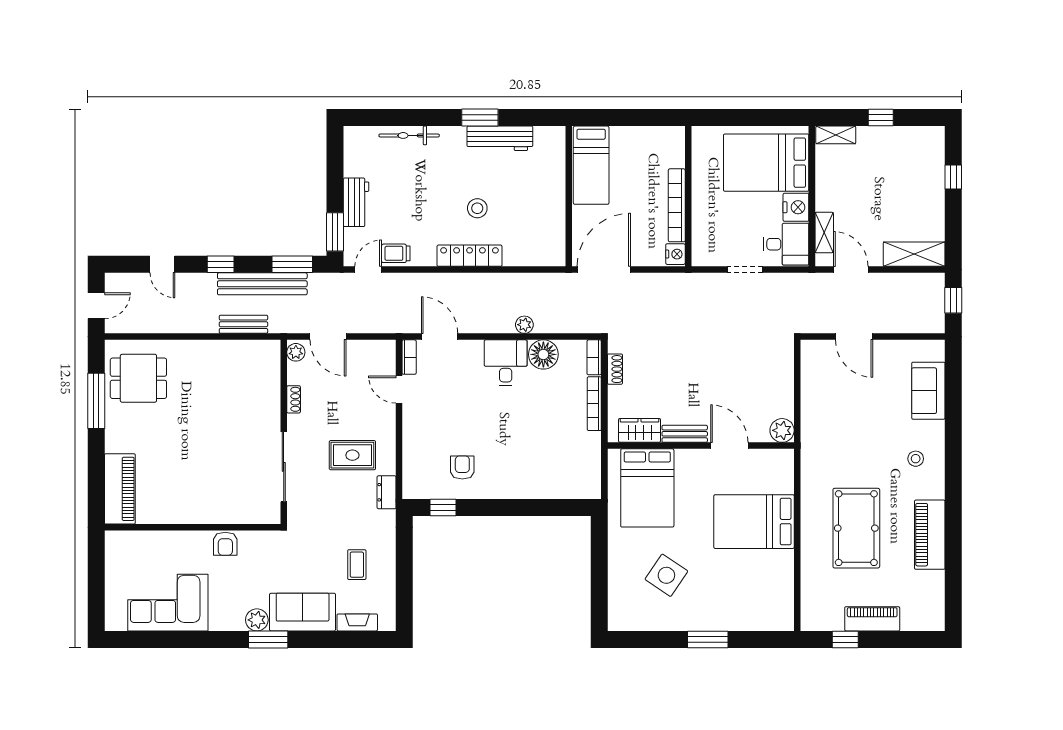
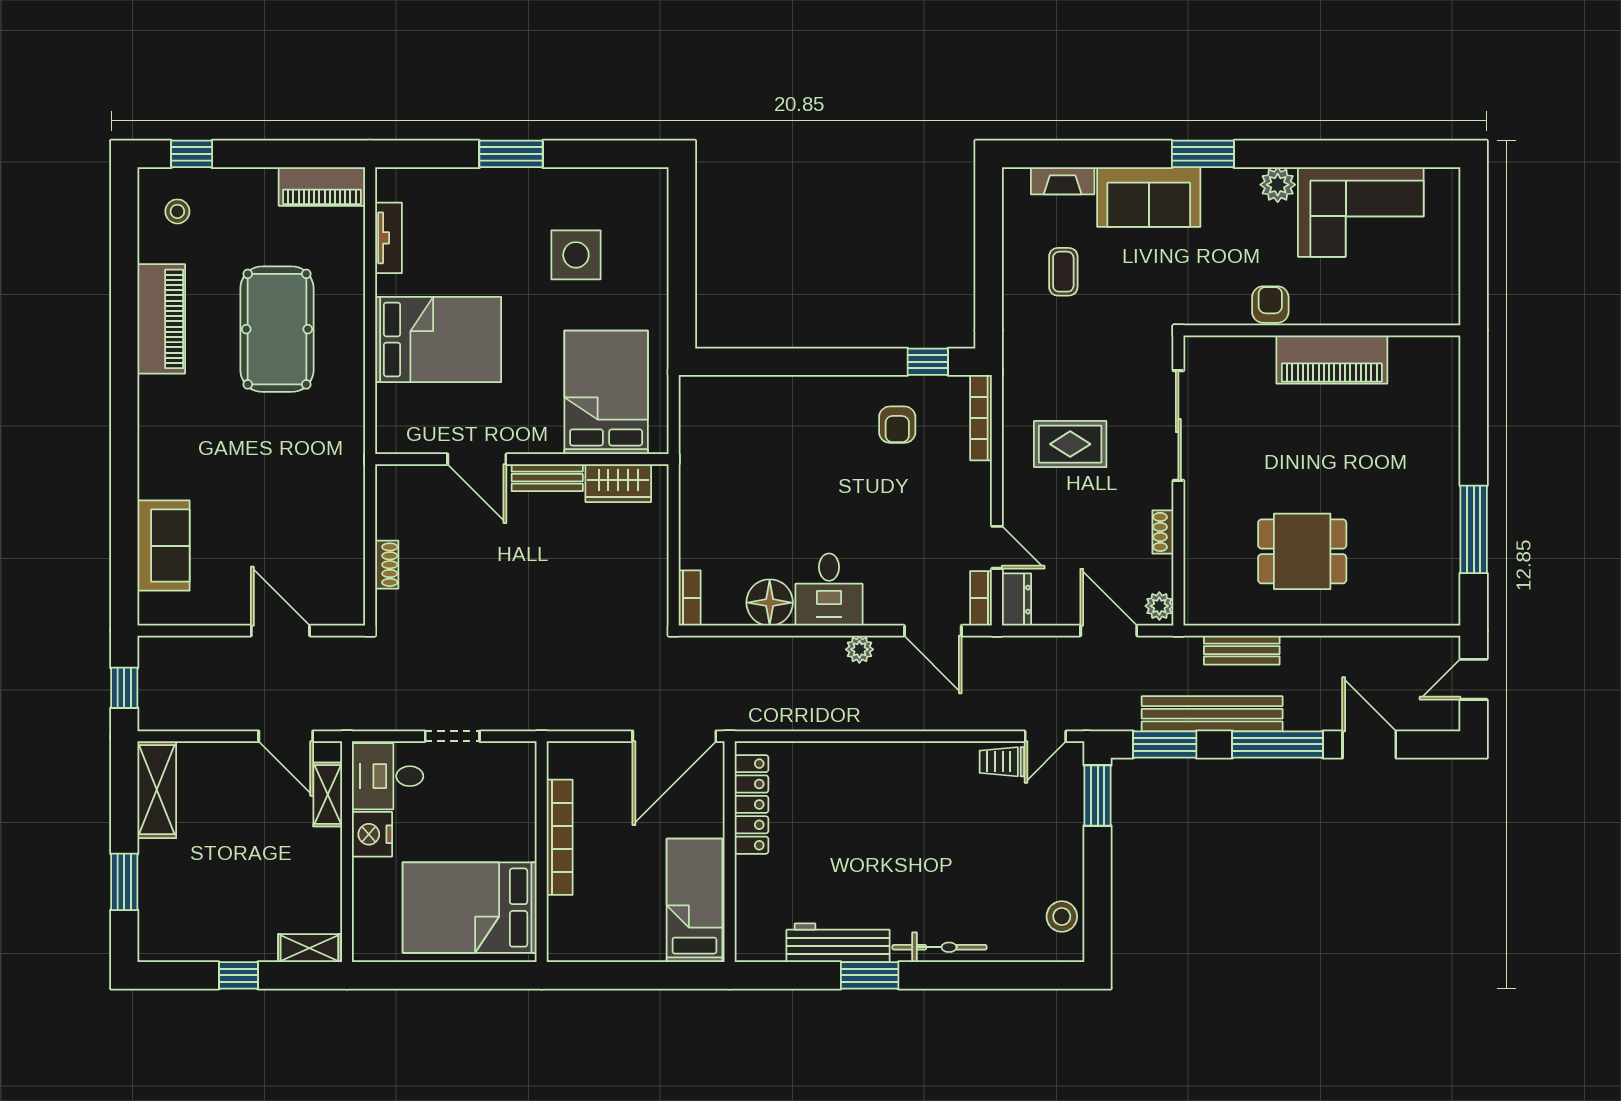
bicycle: (409, 135) -> (940, 947), moved
bed: (766, 163) -> (470, 908), moved, turned 180
window: (953, 177) -> (124, 882), width x1.50
workbench: (356, 202) -> (1064, 842), removed
stool: (477, 208) -> (1062, 916), moved
trolley: (396, 253) -> (1002, 762), turned 180
nightstand: (675, 254) -> (562, 761), removed
shelving: (914, 254) -> (157, 790), moved, turned 90
locker: (470, 256) -> (751, 804), moved, turned -90
door: (162, 264) -> (1369, 744), width x1.38
window: (221, 264) -> (1278, 744), width x2.17
plant: (524, 325) -> (859, 649), moved
shoe rack: (615, 369) -> (387, 565), moved, turned 180
dining table: (138, 378) -> (1302, 551), moved
bookcase: (594, 404) -> (981, 418), moved, turned 180
plant: (782, 430) -> (394, 483), removed
stool: (916, 459) -> (177, 211), moved
piano: (120, 489) -> (1332, 360), moved, turned -90
dresser: (387, 492) -> (1017, 600), moved
side table: (666, 575) -> (576, 255), turned -34
tv unit: (785, 586) -> (388, 238), added
piano: (872, 619) -> (322, 186), moved
plant: (257, 620) -> (1278, 185), moved
window: (845, 639) -> (192, 154), moved

